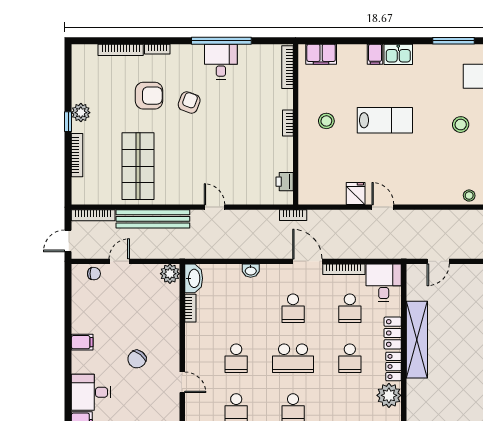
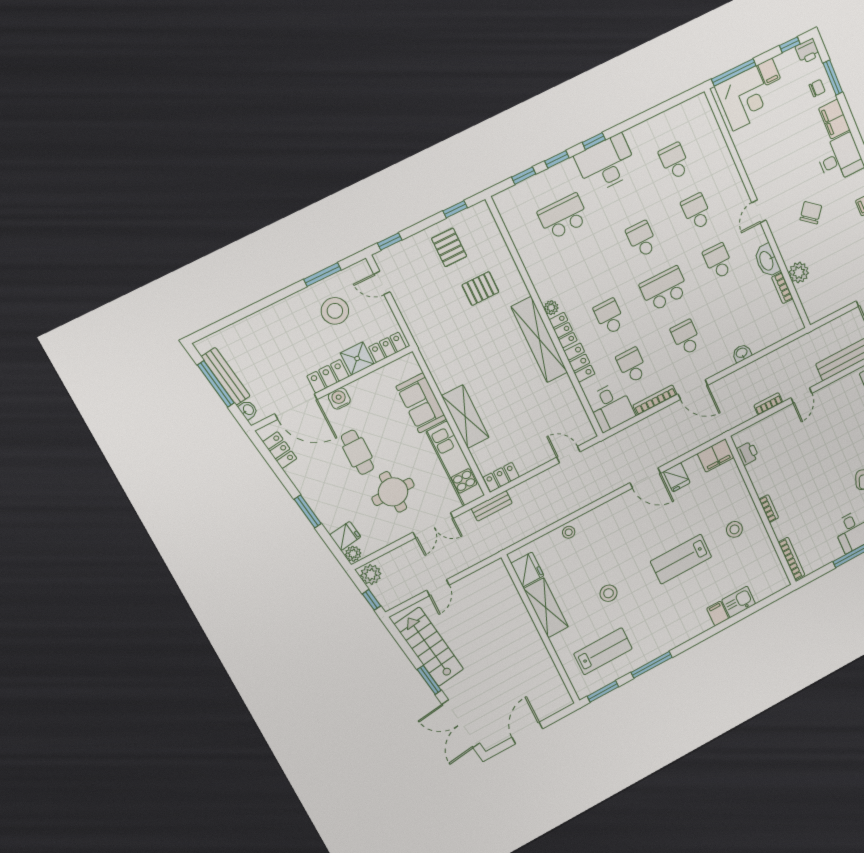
filing cabinet: (321, 54) -> (716, 455), moved, turned 180
kitchen sink: (398, 54) -> (739, 602), moved
door: (214, 207) -> (801, 395), hinge flipped
door: (383, 207) -> (645, 478), width x1.38
bookcase: (293, 215) -> (768, 404), moved
door: (438, 261) -> (568, 455), hinge flipped
plant: (170, 274) -> (799, 272), moved
washbasin: (194, 278) -> (767, 261), moved
shelving: (417, 340) -> (539, 340), moved
door: (182, 382) -> (759, 211), hinge flipped
plant: (389, 395) -> (551, 308), width x0.53, depth x0.53

